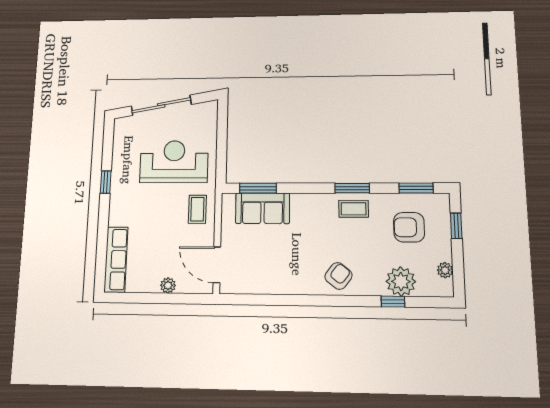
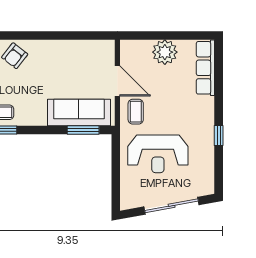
sofa: (263, 208) -> (79, 113), width x1.36
door: (217, 265) -> (117, 81), moved
plant: (168, 285) -> (165, 52), width x1.88, depth x1.88

